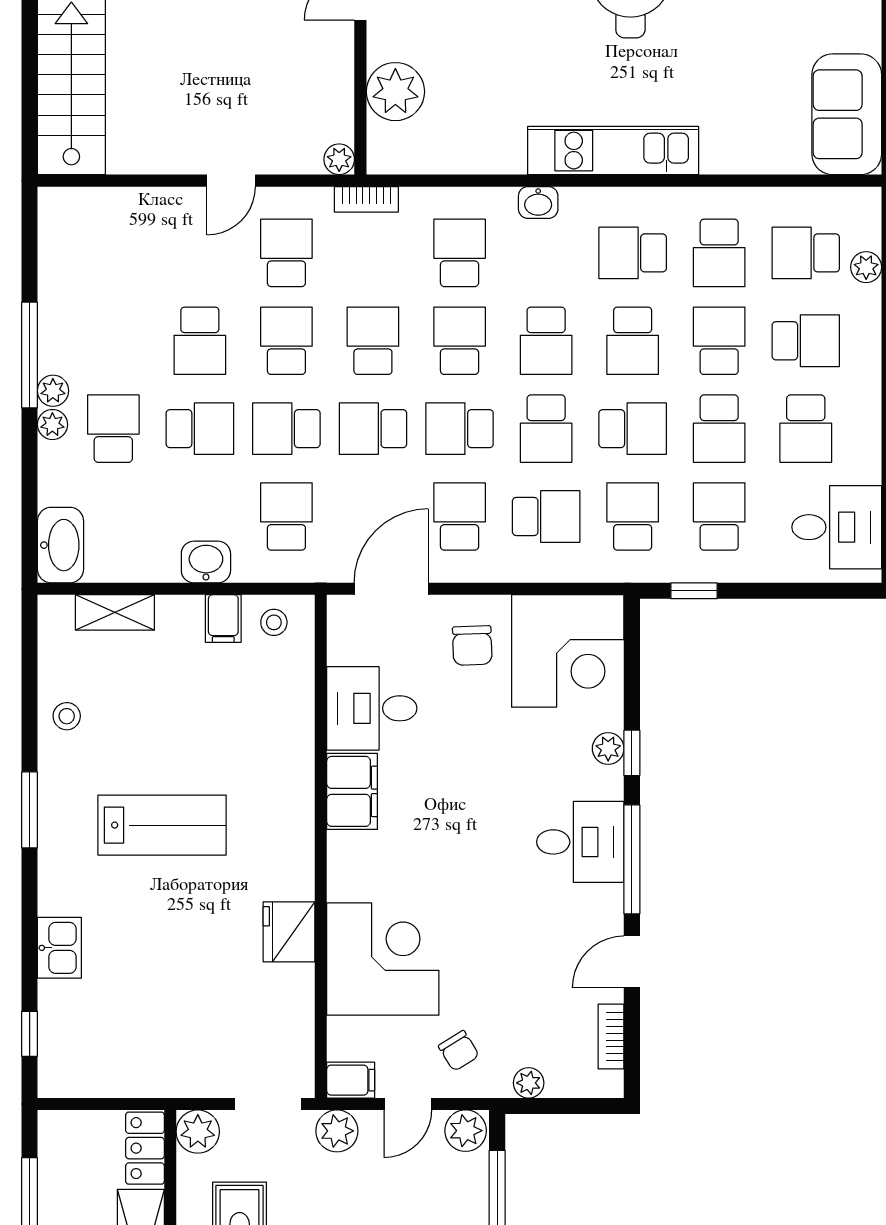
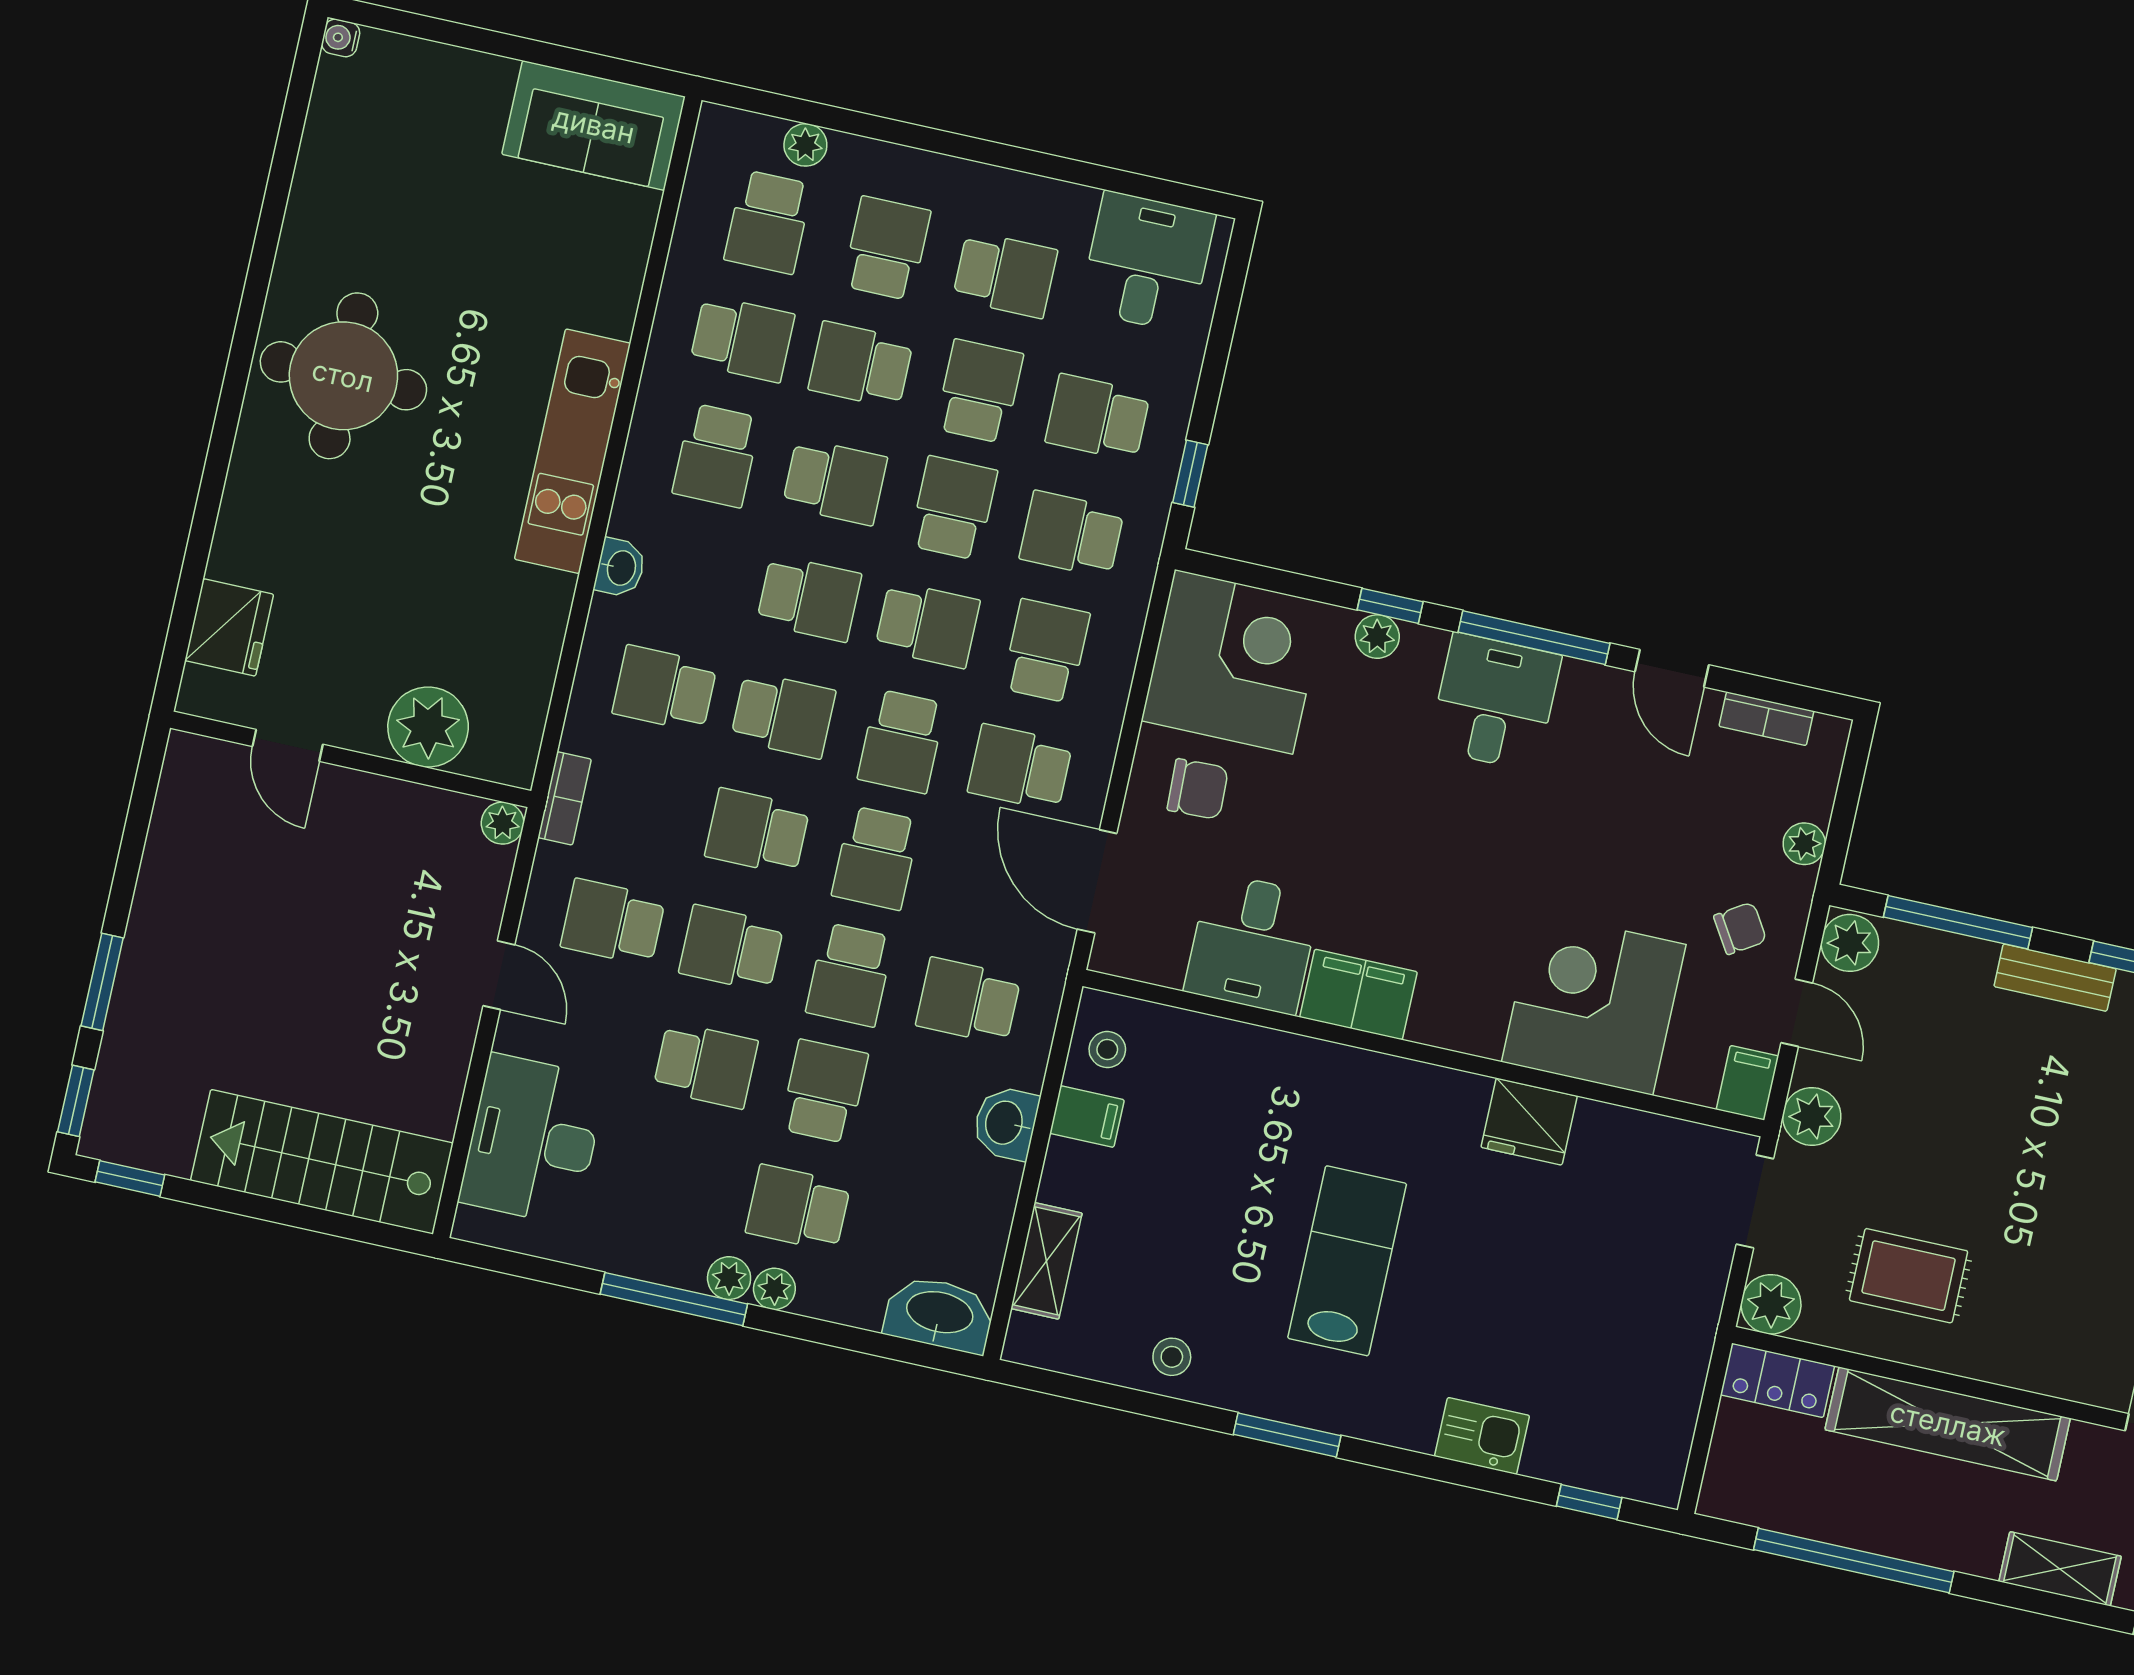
desk: (120, 230) -> (533, 1140), added
school desk: (460, 341) -> (783, 715), turned 180
school desk: (719, 429) -> (979, 391), turned -90

